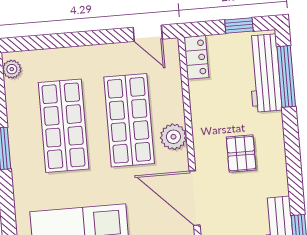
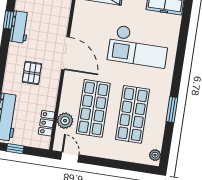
locker: (196, 57) -> (47, 123), moved
plant: (173, 137) -> (65, 121), moved

